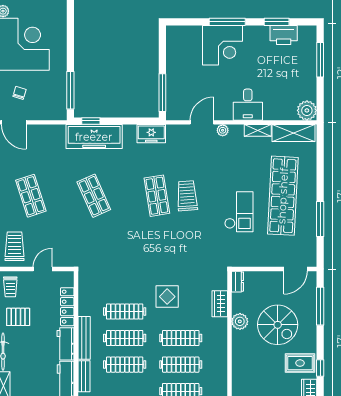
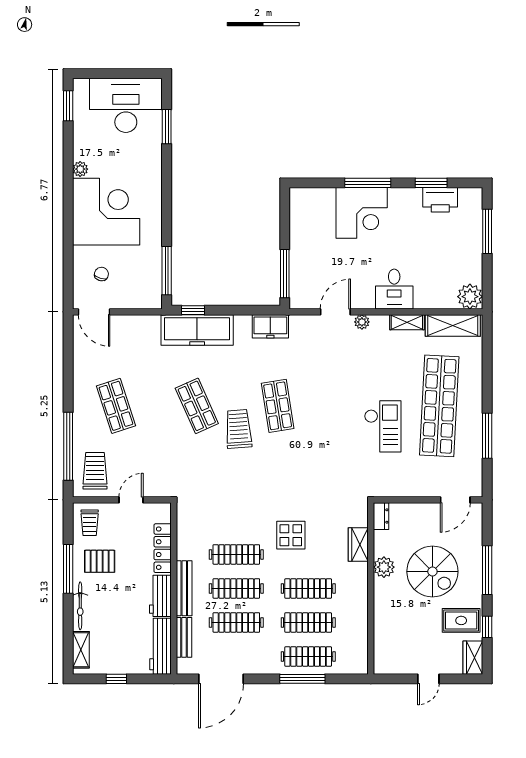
trolley: (187, 196) -> (239, 429), moved
window: (320, 306) -> (487, 570), moved

